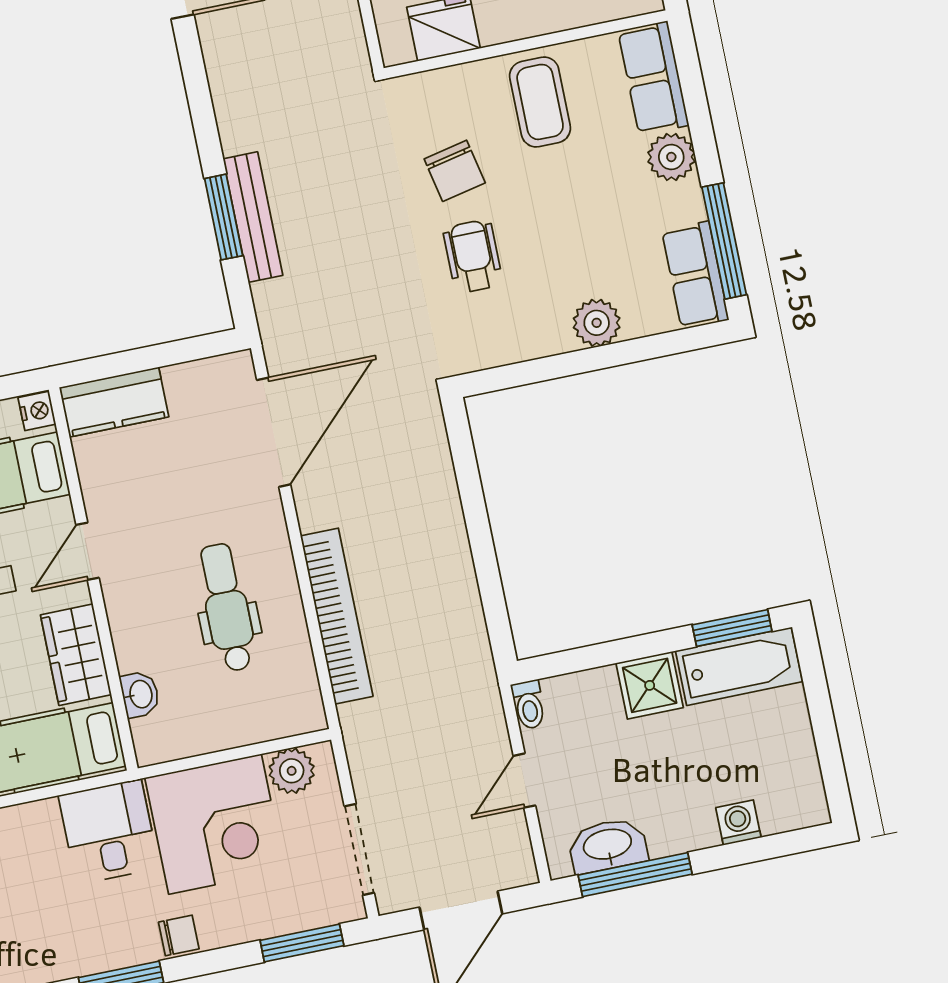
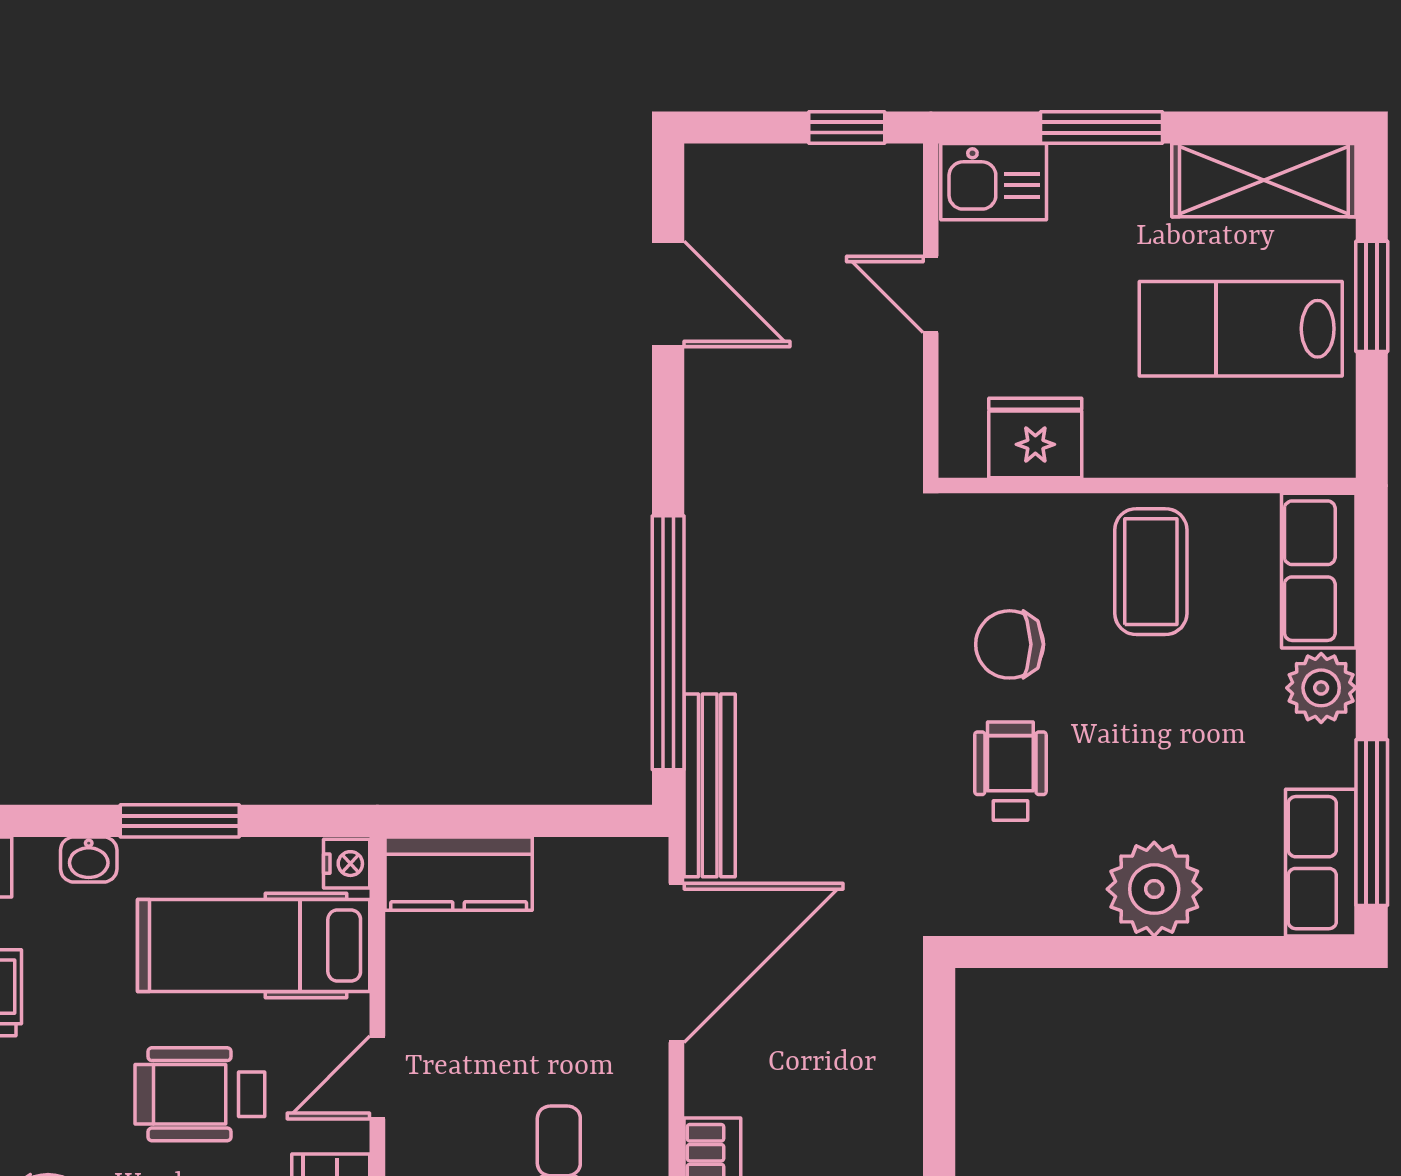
chair: (455, 171) -> (1010, 644), turned 102
window: (224, 217) -> (668, 643), width x2.11
bench: (253, 217) -> (710, 785), moved
plant: (597, 323) -> (1154, 889), width x1.36, depth x1.36

